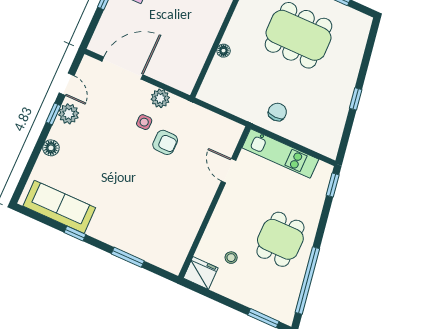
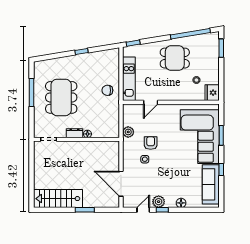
dresser: (234, 31) -> (74, 133), added
plant: (160, 98) -> (128, 132), moved
corner sofa: (141, 223) -> (200, 137), added

